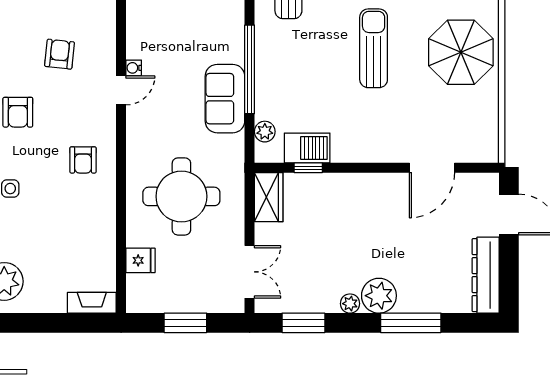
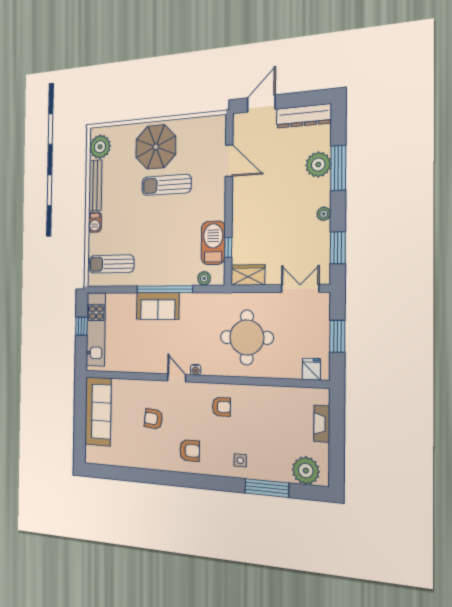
sun lounger: (374, 48) -> (166, 185), moved
water cooler: (134, 68) -> (196, 370), moved
sofa: (225, 99) -> (158, 306), moved
barbecue: (307, 148) -> (213, 243), width x1.37, depth x1.21
fridge: (140, 260) -> (311, 369), moved
plant: (379, 296) -> (318, 165), moved
fireplace: (92, 303) -> (322, 424), moved

